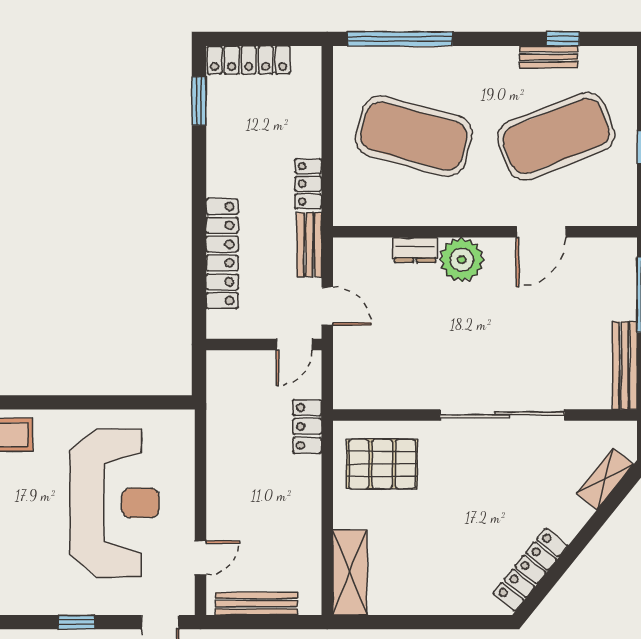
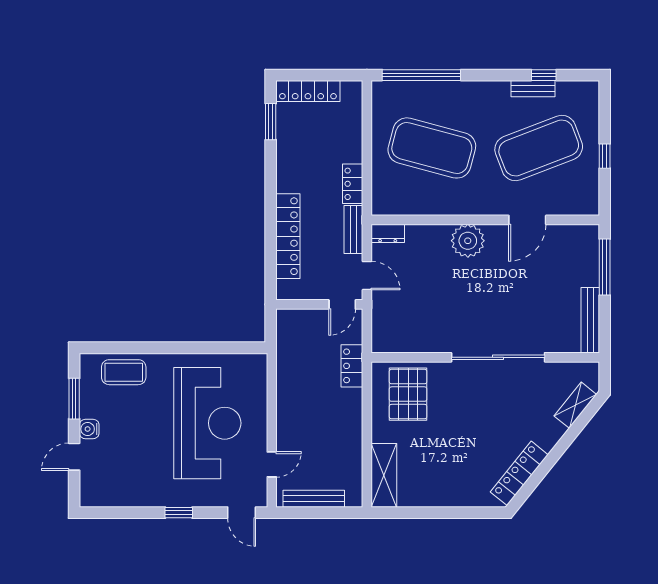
dresser: (415, 250) -> (388, 233), moved
pallet: (382, 464) -> (408, 394), turned 90

